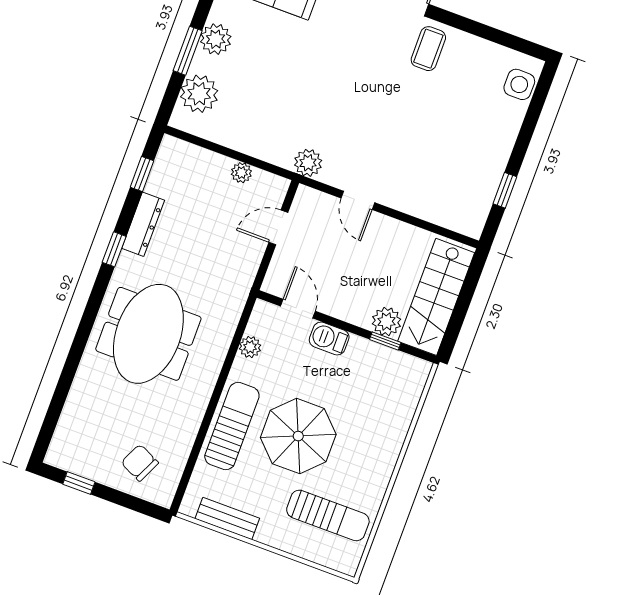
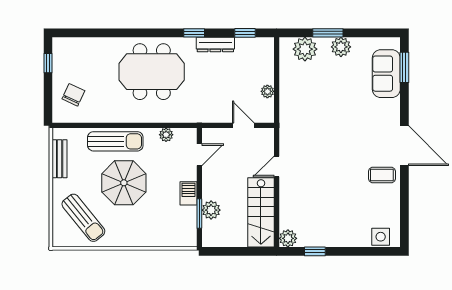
plant: (308, 163) -> (288, 238), moved
stairs: (436, 297) -> (261, 212), moved, turned -90
barbecue: (329, 338) -> (188, 193), moved
window: (385, 341) -> (199, 214), width x1.50
sun lounger: (328, 515) -> (83, 218), turned -39

